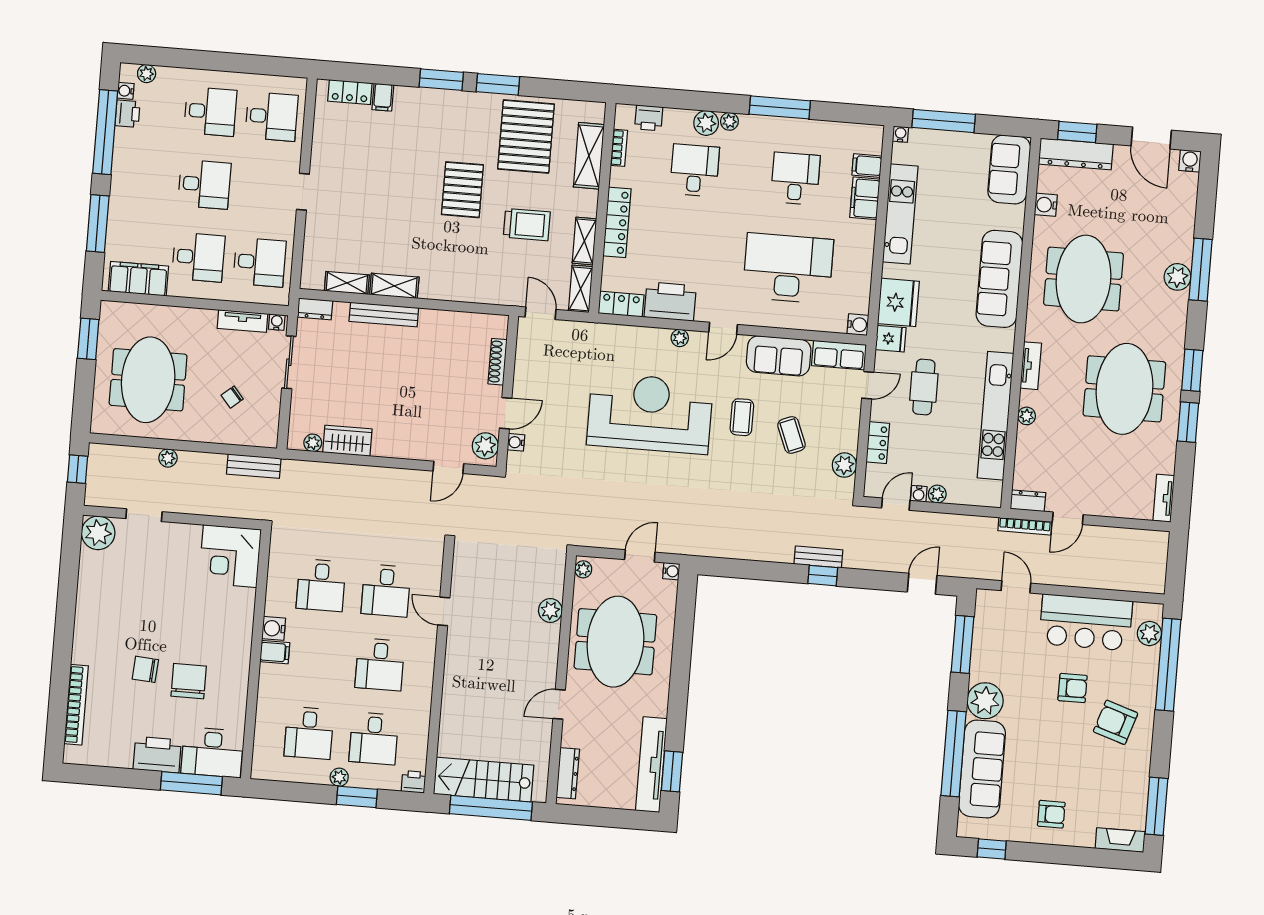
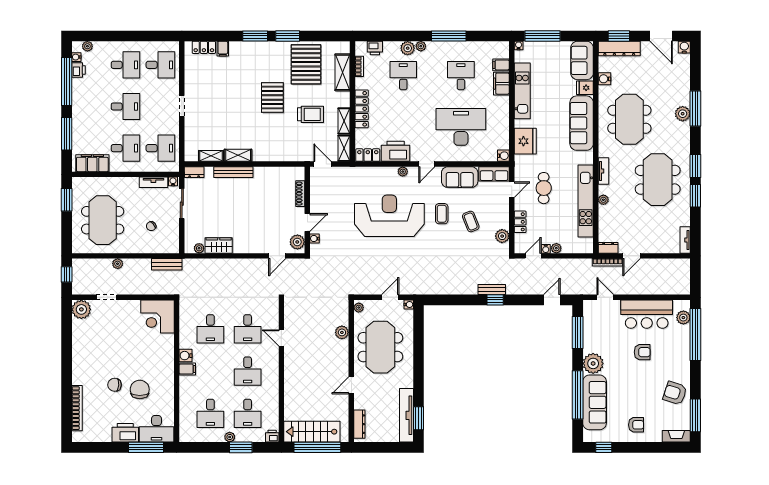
fridge: (891, 339) -> (585, 88), moved, turned 180
armchair: (1116, 722) -> (675, 393), moved

